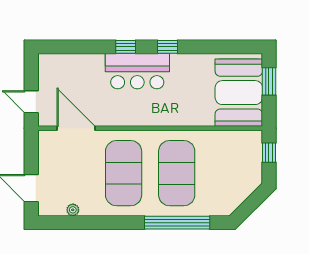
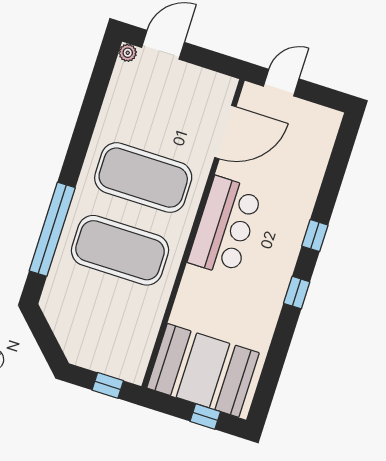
bar counter: (137, 71) -> (225, 226), moved, turned 180
window: (269, 81) -> (205, 416), width x0.67
plant: (73, 210) -> (128, 53), moved

